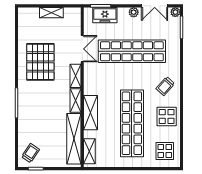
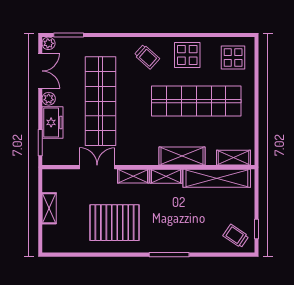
freezer: (105, 15) -> (52, 122), moved

